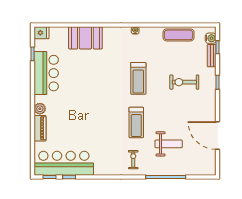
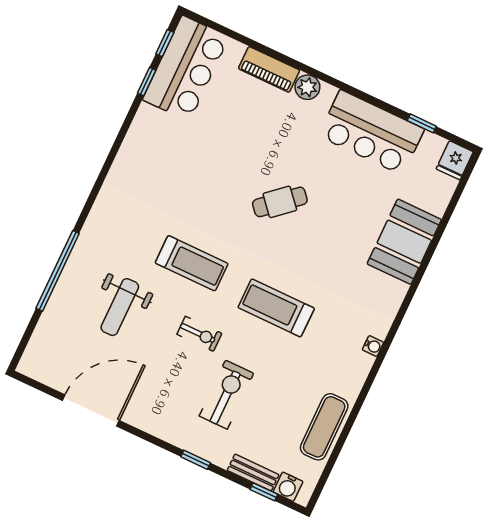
cafe table: (93, 98) -> (280, 202), added
treadmill: (136, 122) -> (192, 263), turned 180
exercise bike: (133, 160) -> (199, 334), moved
bar counter: (64, 163) -> (186, 68), width x0.73

